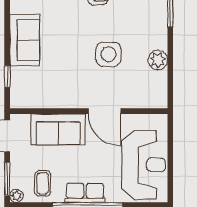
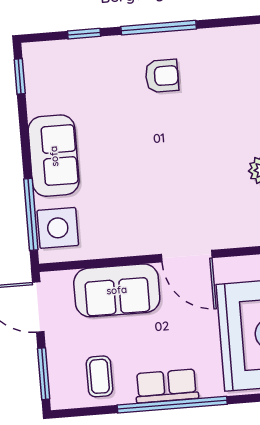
side table: (108, 54) -> (58, 228), moved
window: (7, 76) -> (31, 214), width x2.17
plant: (16, 196) -> (60, 399), removed

